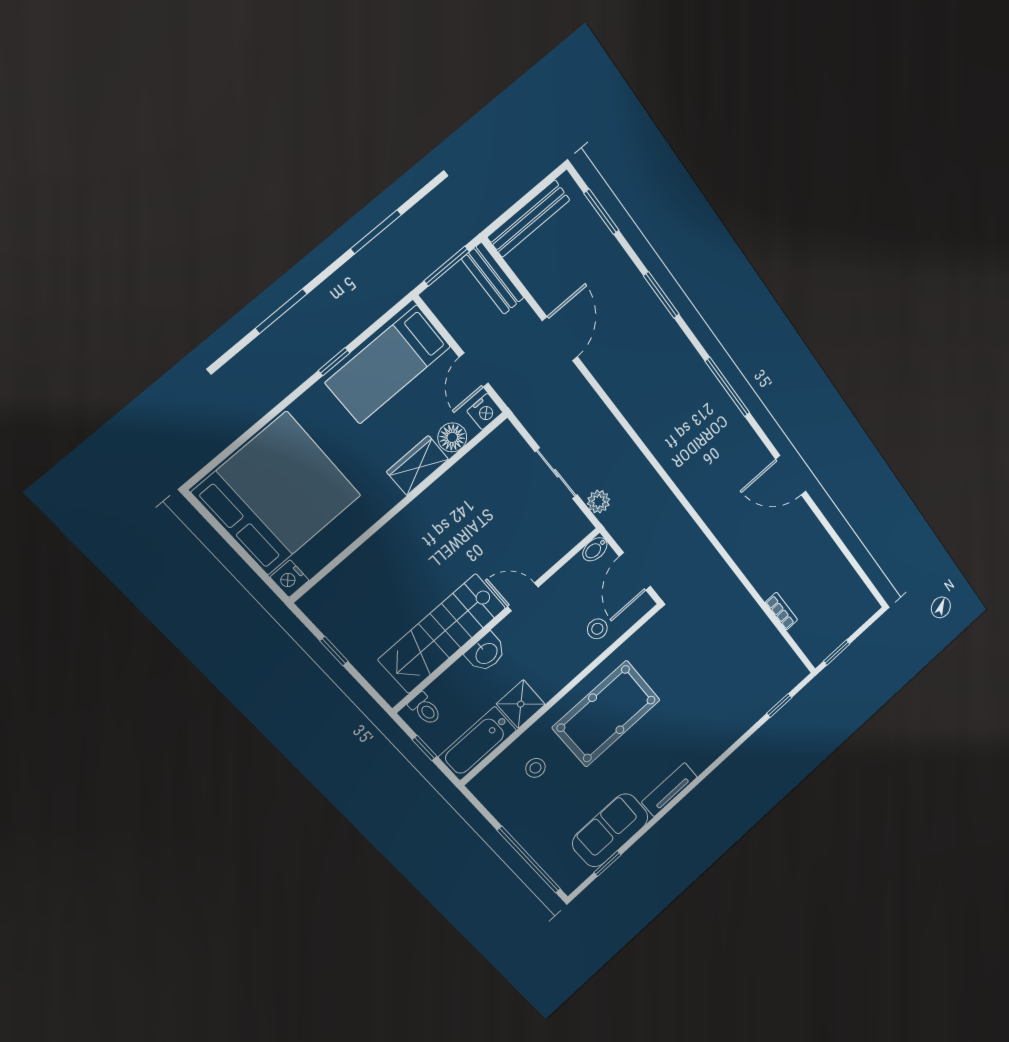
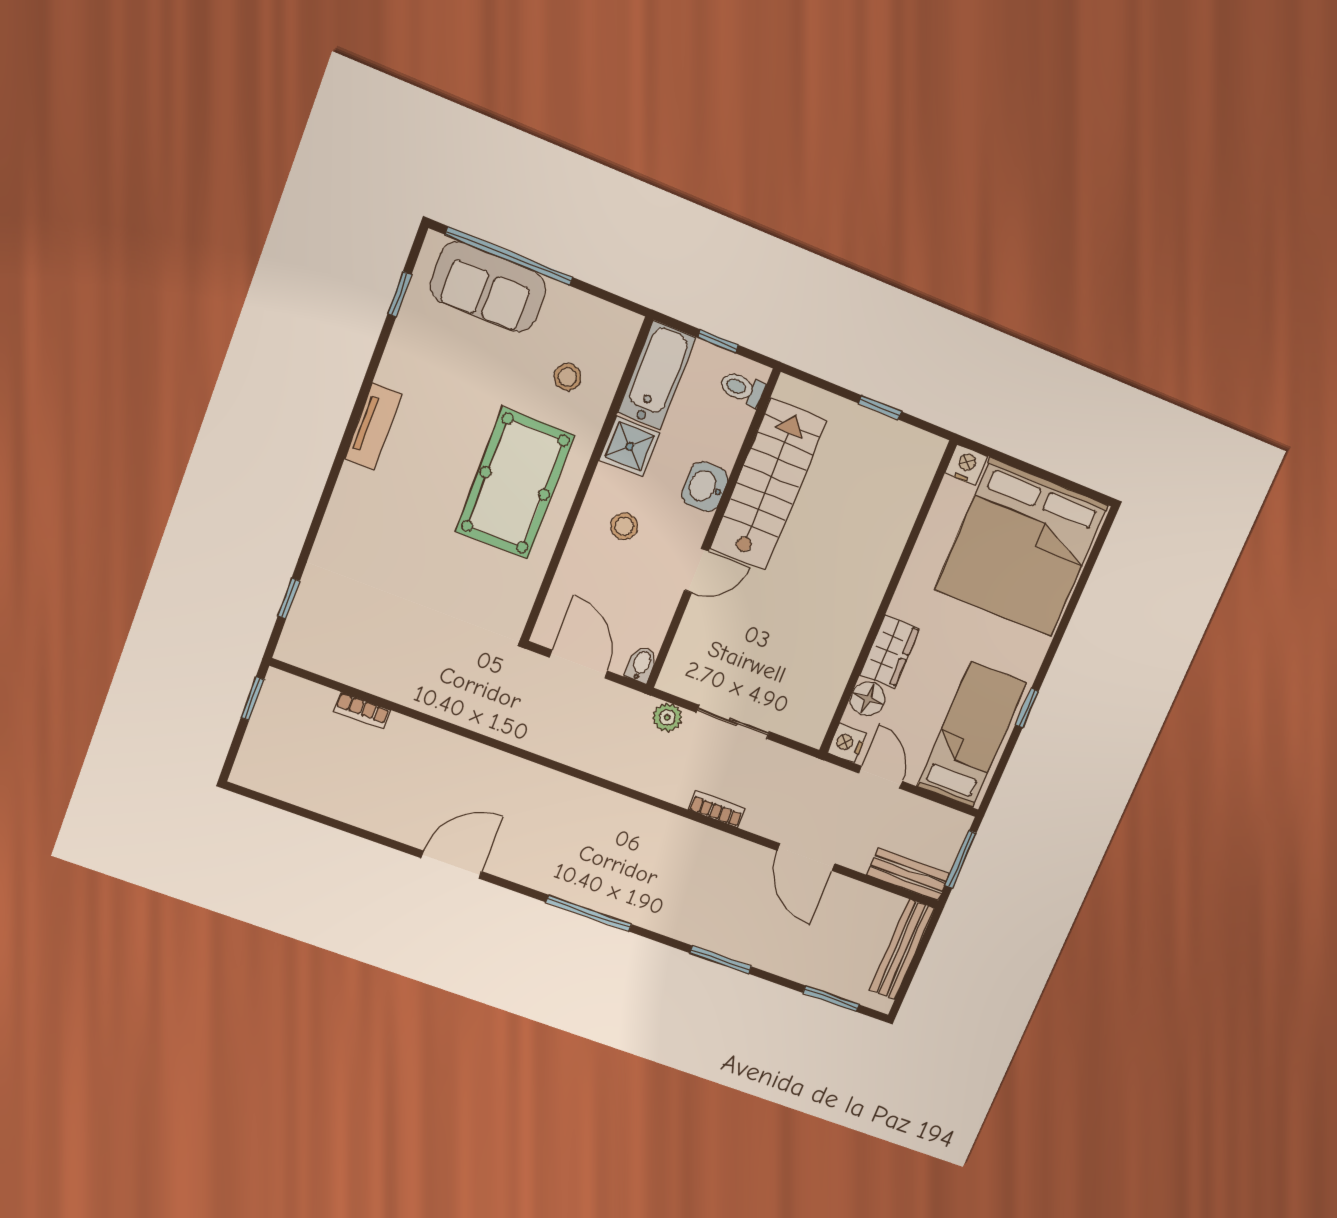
bookcase: (602, 414) -> (717, 809), added
stool: (597, 629) -> (624, 526), moved
sofa: (610, 830) -> (488, 287), moved, turned 90

